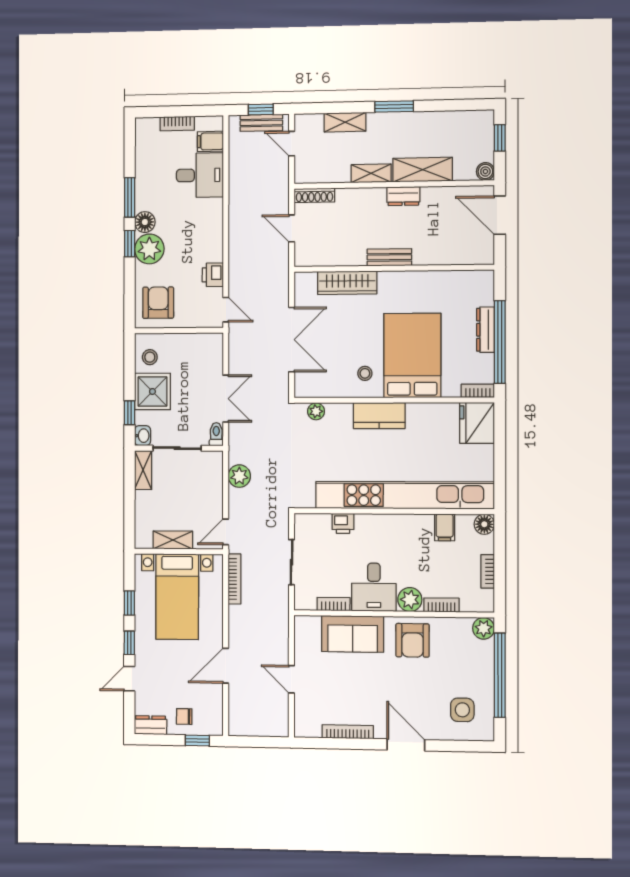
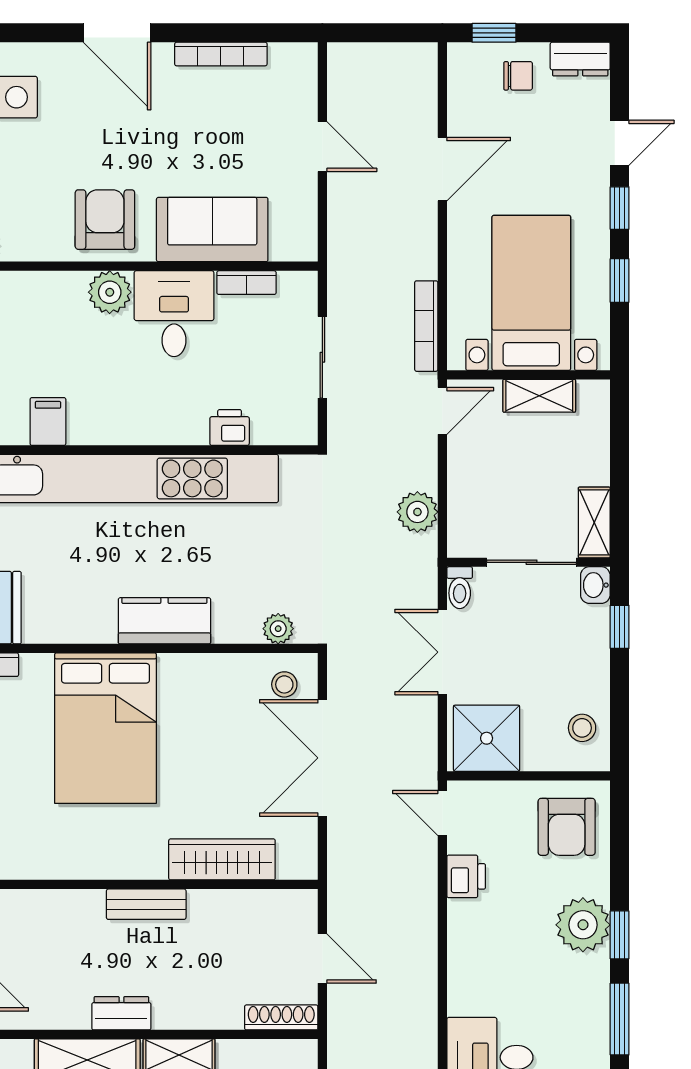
floor lamp: (145, 222) -> (591, 974), removed
stool: (365, 373) -> (284, 684), moved
shower: (152, 391) -> (487, 738), moved
bookcase: (442, 605) -> (53, 283), removed

